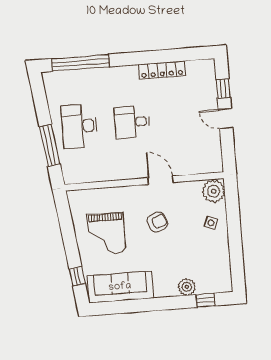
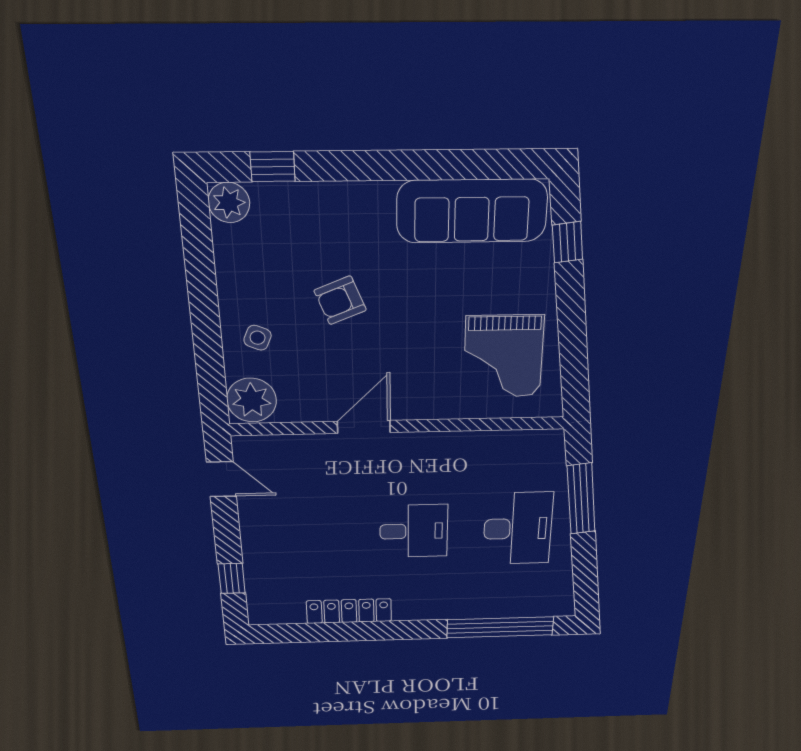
door: (226, 119) -> (222, 479), moved
door: (161, 180) -> (364, 427), swing flipped
armchair: (157, 222) -> (340, 300), moved
grand piano: (107, 234) -> (503, 357), moved, turned 180
plant: (187, 287) -> (229, 202), moved

